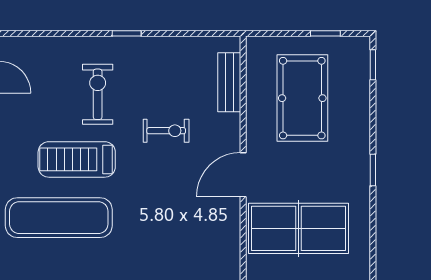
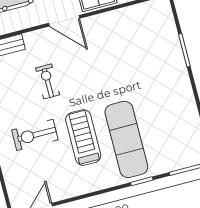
treadmill: (77, 159) -> (83, 138), turned 180

